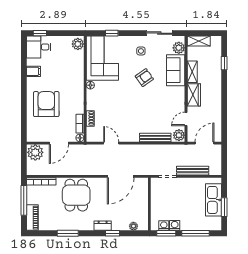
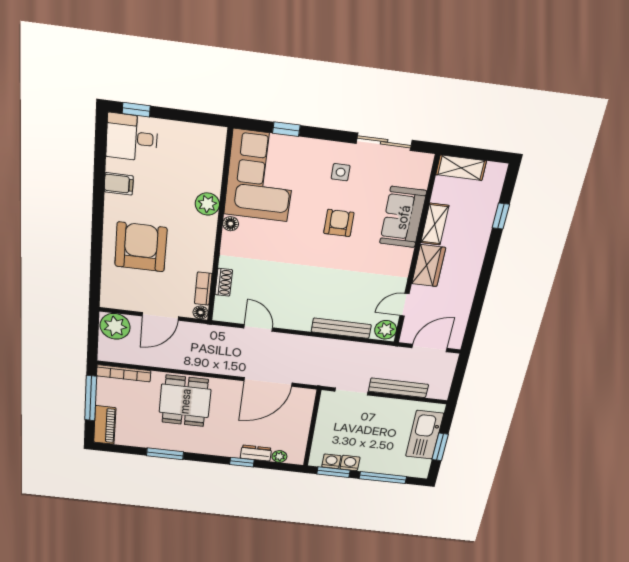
plant: (78, 44) -> (207, 204), moved
plant: (179, 48) -> (418, 176), removed
armchair: (144, 78) -> (339, 223), turned -55
dresser: (103, 226) -> (256, 453), moved

